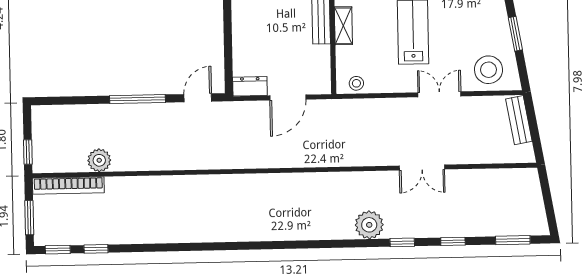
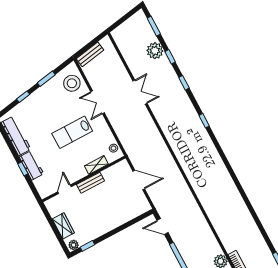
shelving: (343, 26) -> (96, 165), moved
dresser: (250, 86) -> (143, 203), removed
plant: (369, 225) -> (155, 51), moved
window: (96, 249) -> (204, 121), moved

